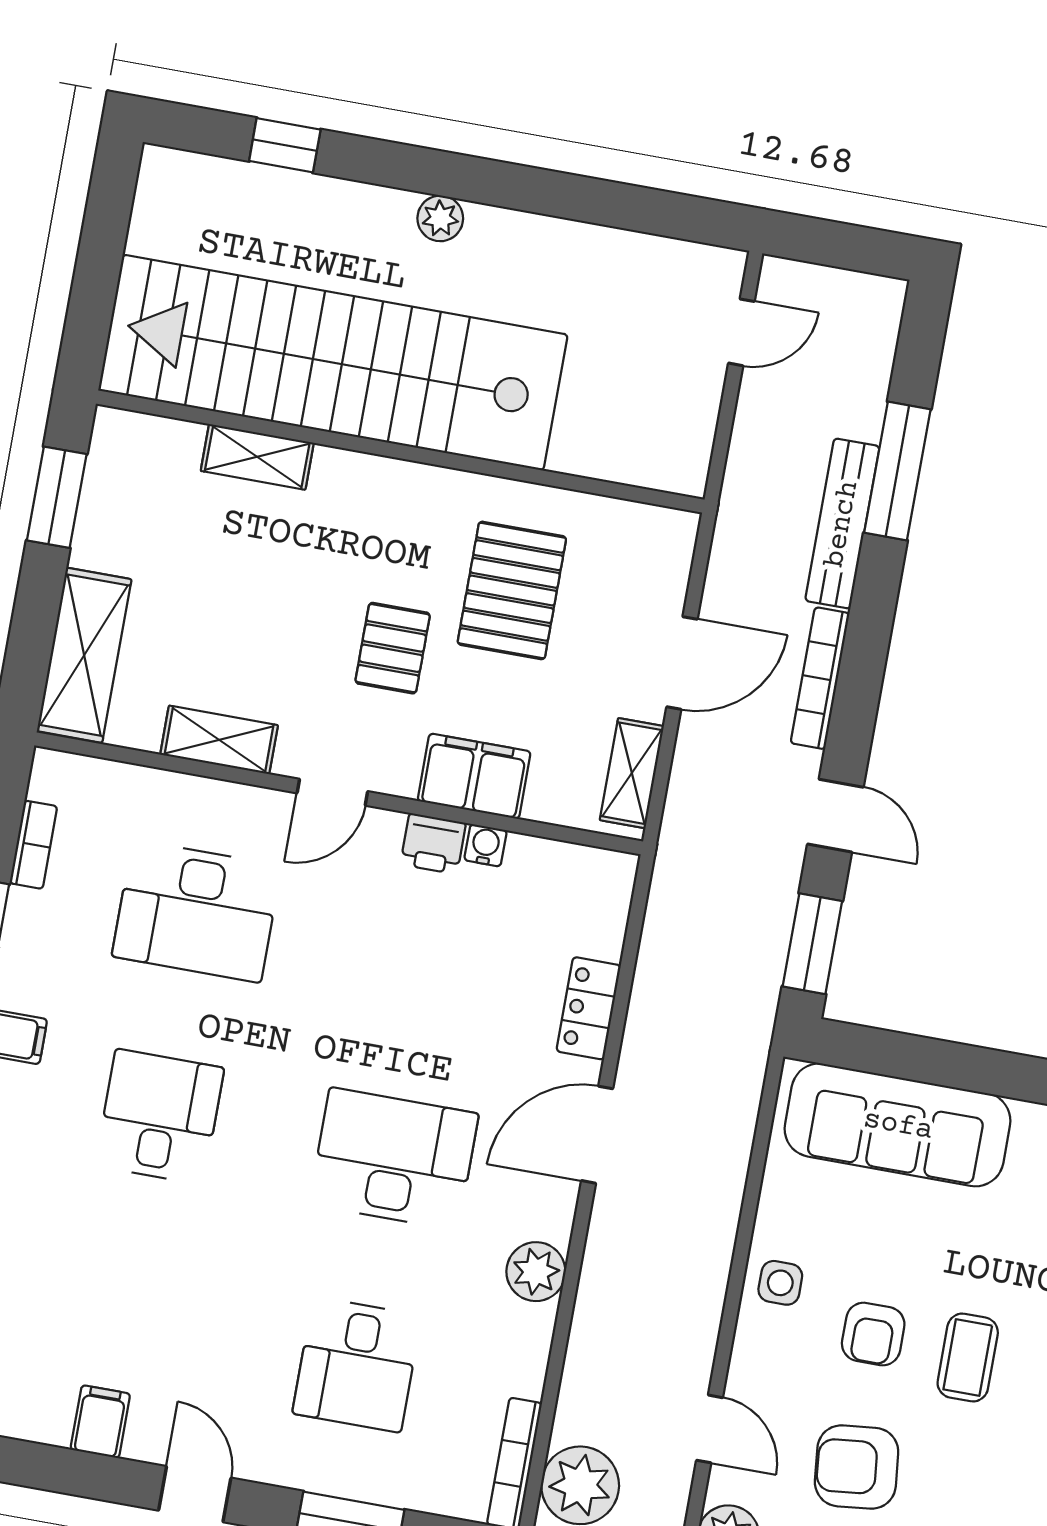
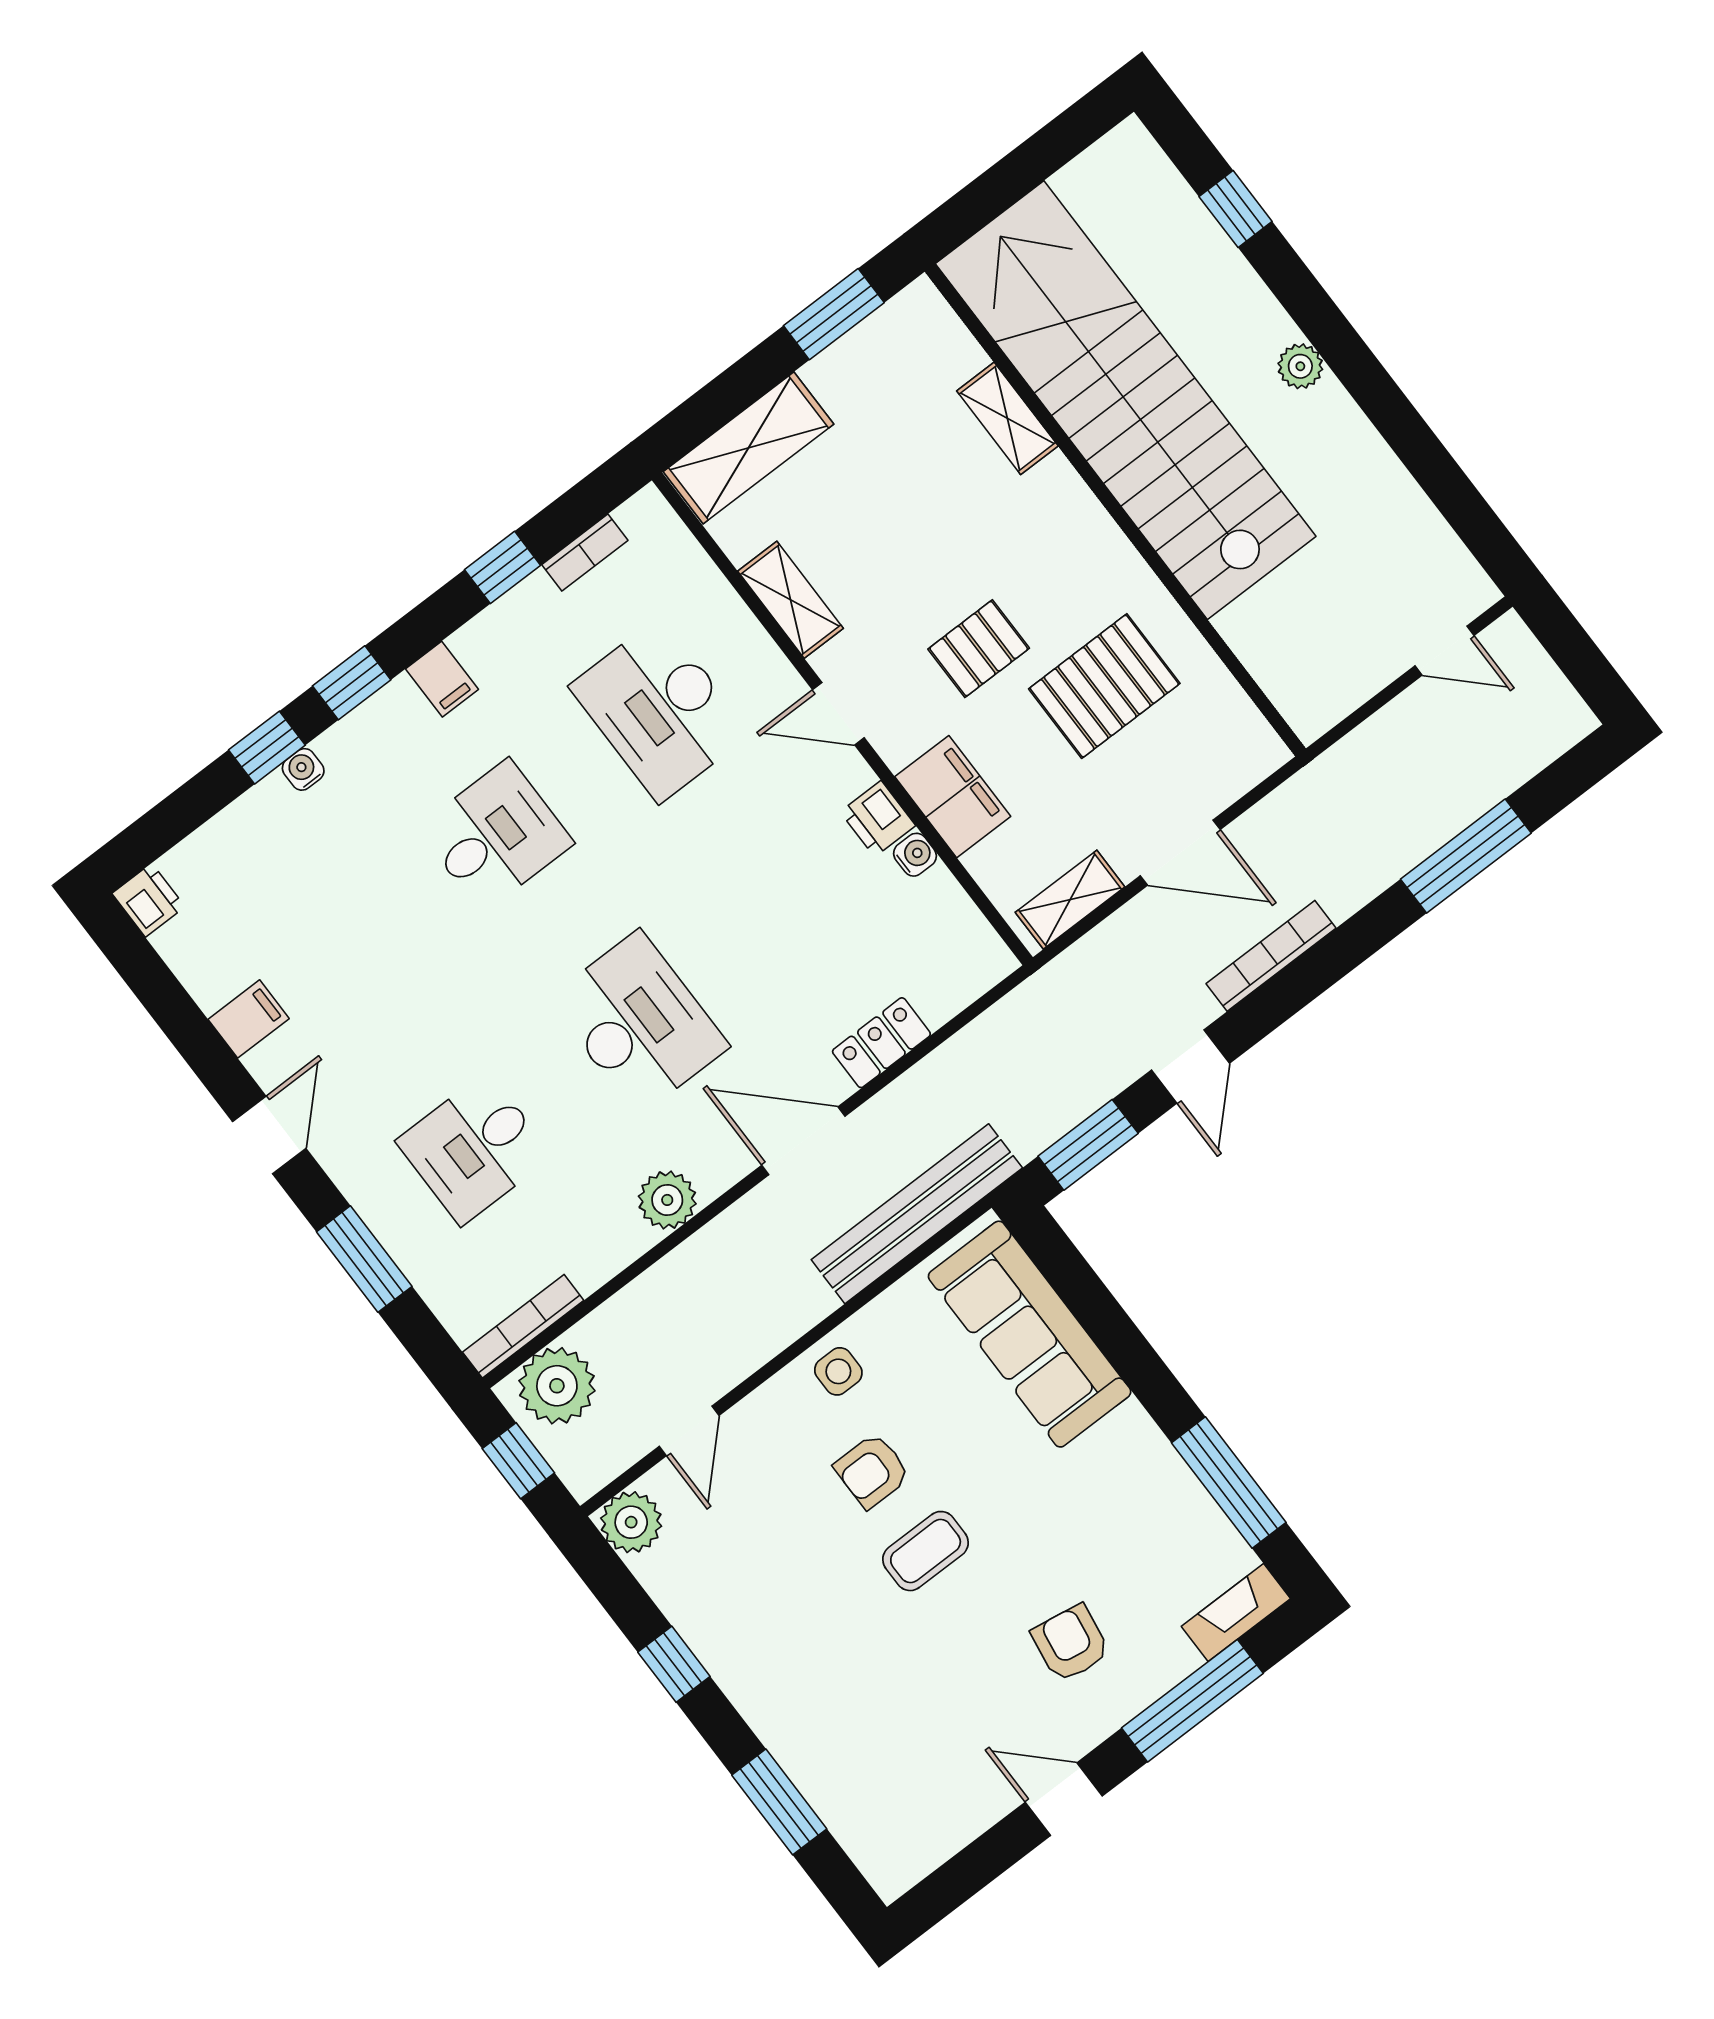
bench: (842, 524) -> (917, 1214), moved, width x1.37, depth x1.21
armchair: (857, 1467) -> (771, 1557), removed

